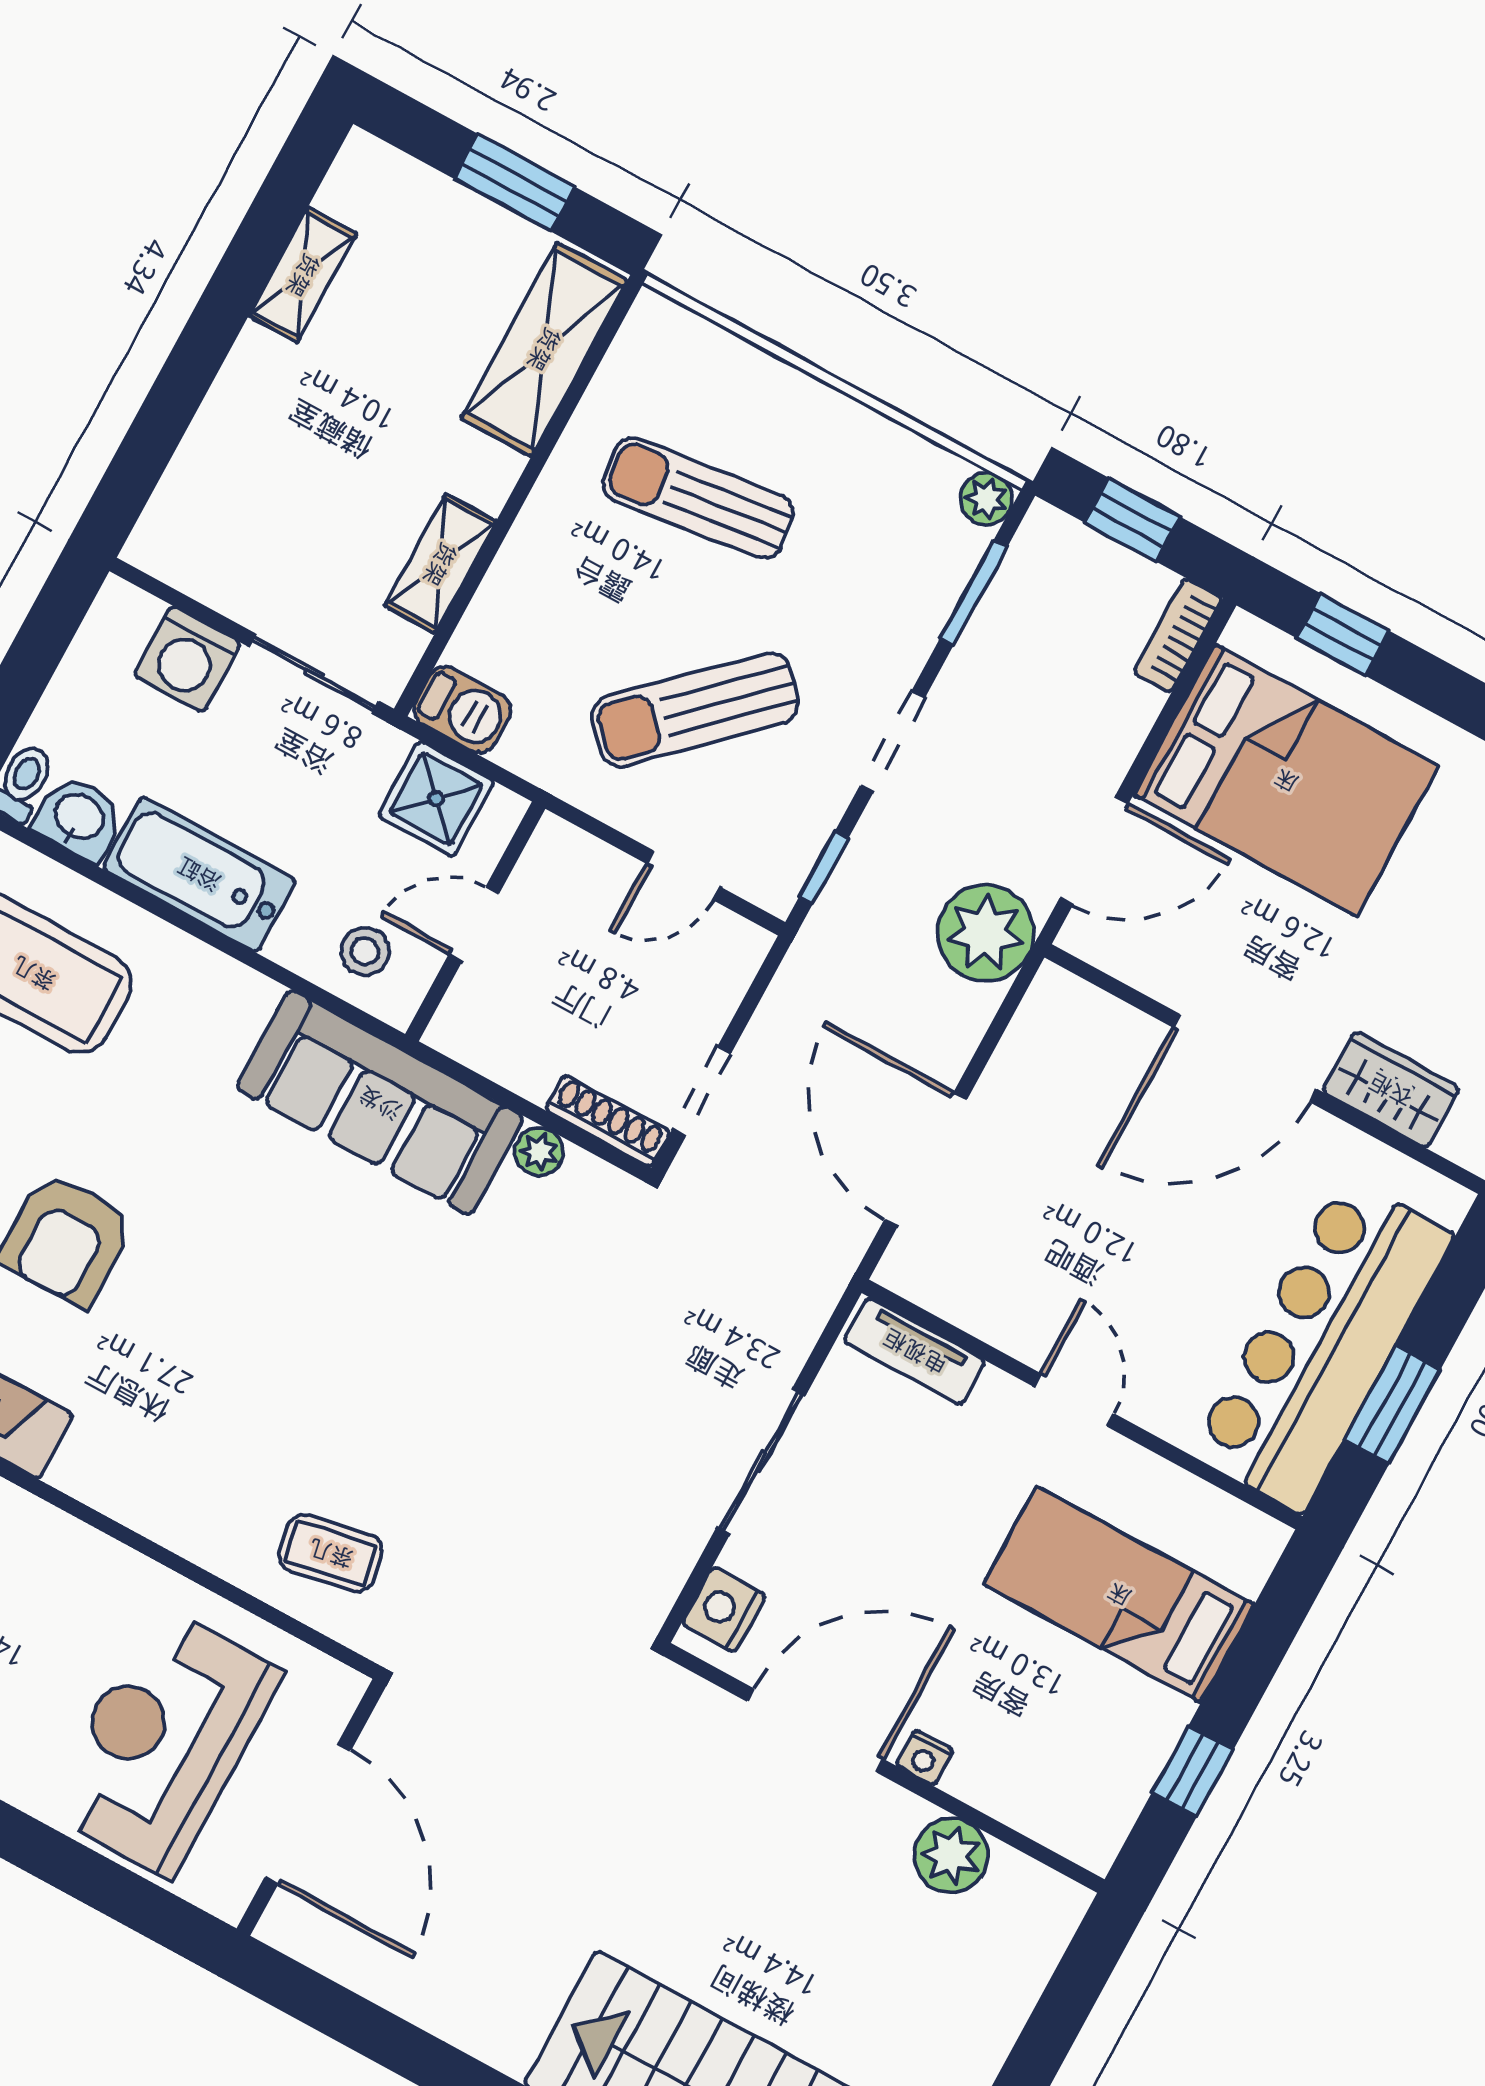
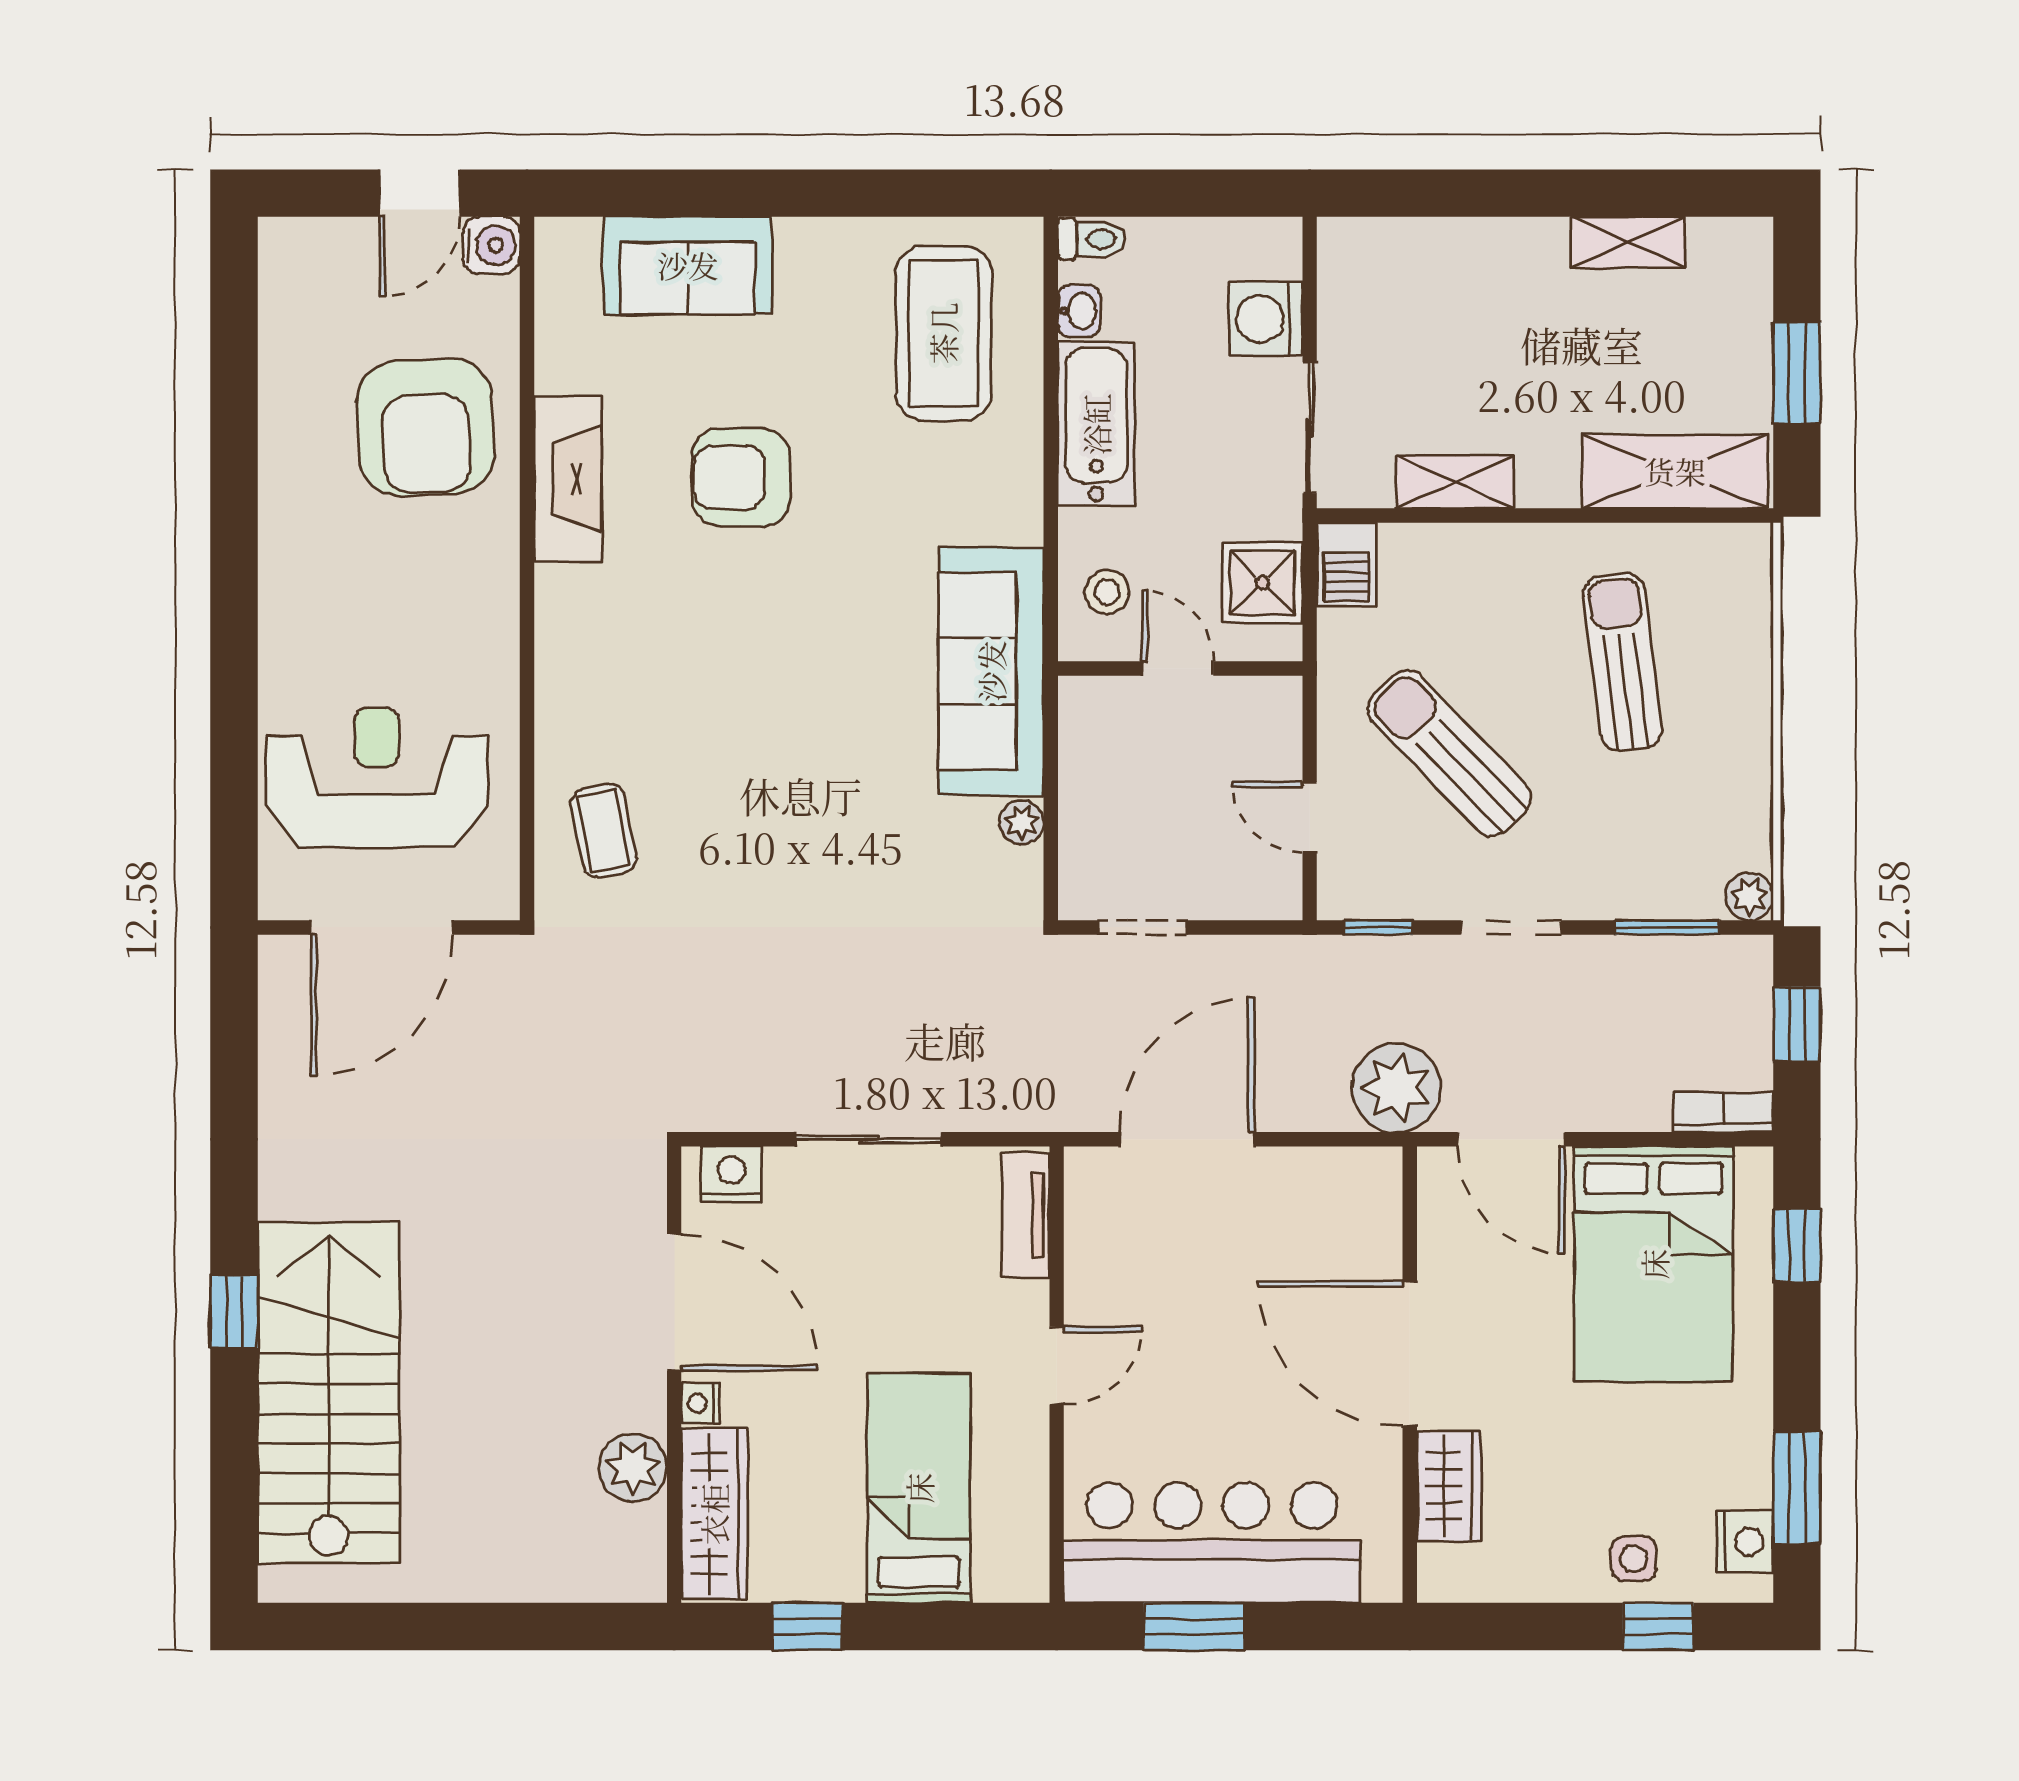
washbasin: (79, 818) -> (1079, 311), width x0.72, depth x0.69
shoe rack: (608, 1121) -> (1077, 864), removed
wardrobe: (1037, 1802) -> (714, 1514), added

